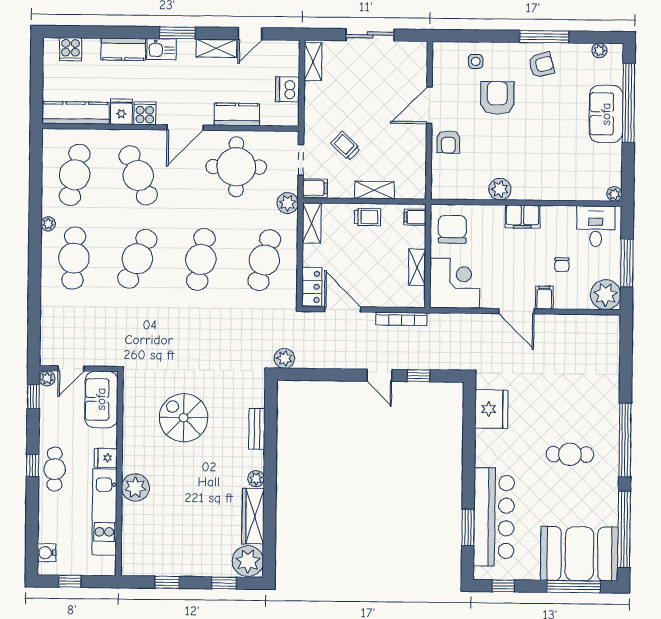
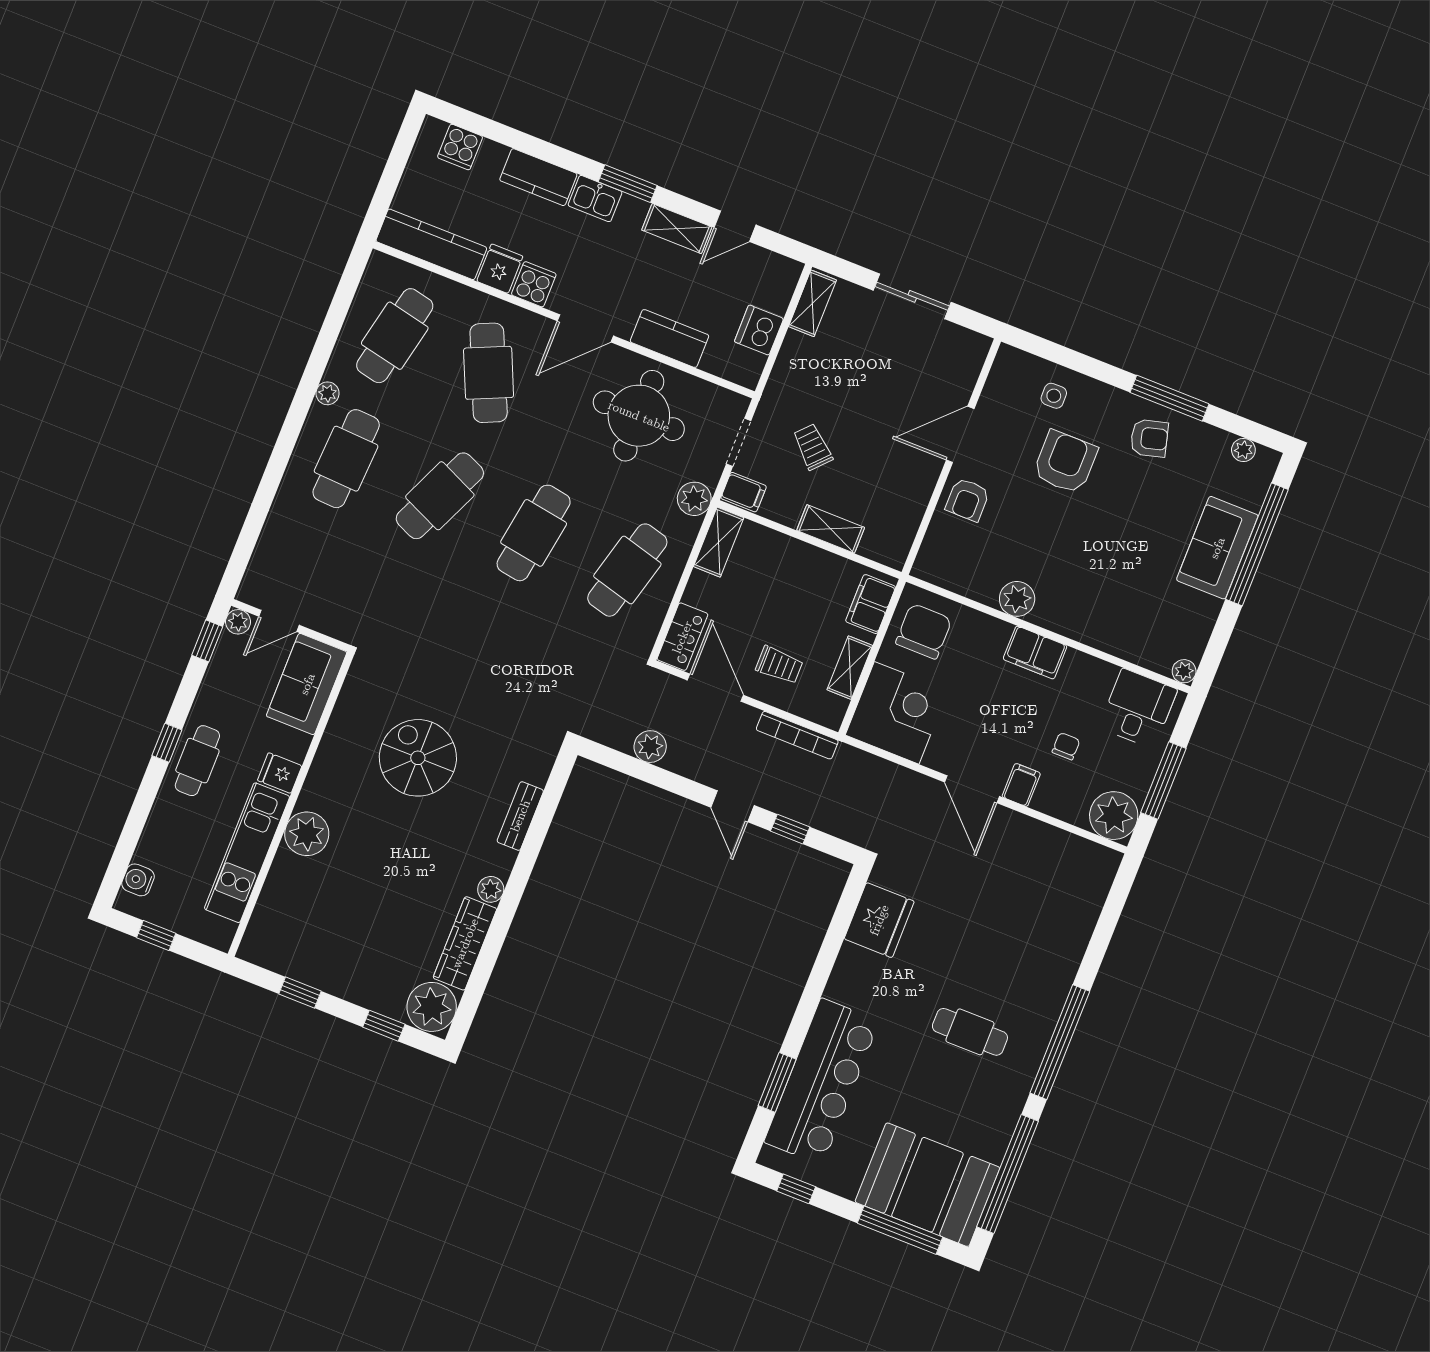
trolley: (368, 217) -> (779, 665), moved
filing cabinet: (415, 217) -> (871, 604), width x2.00
chair: (562, 265) -> (1066, 746), turned 180
plant: (284, 358) -> (650, 747), moved

